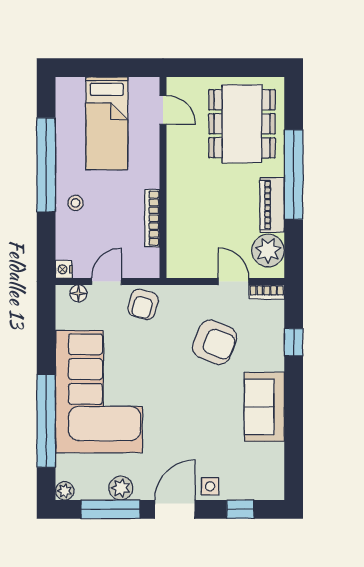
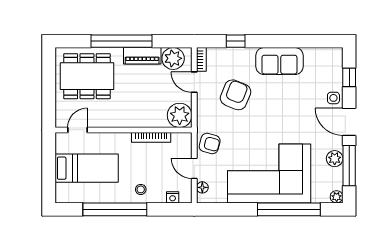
plant: (184, 260) -> (180, 115), added
nightstand: (64, 269) -> (173, 197), moved
door: (233, 282) -> (194, 82), hinge flipped

